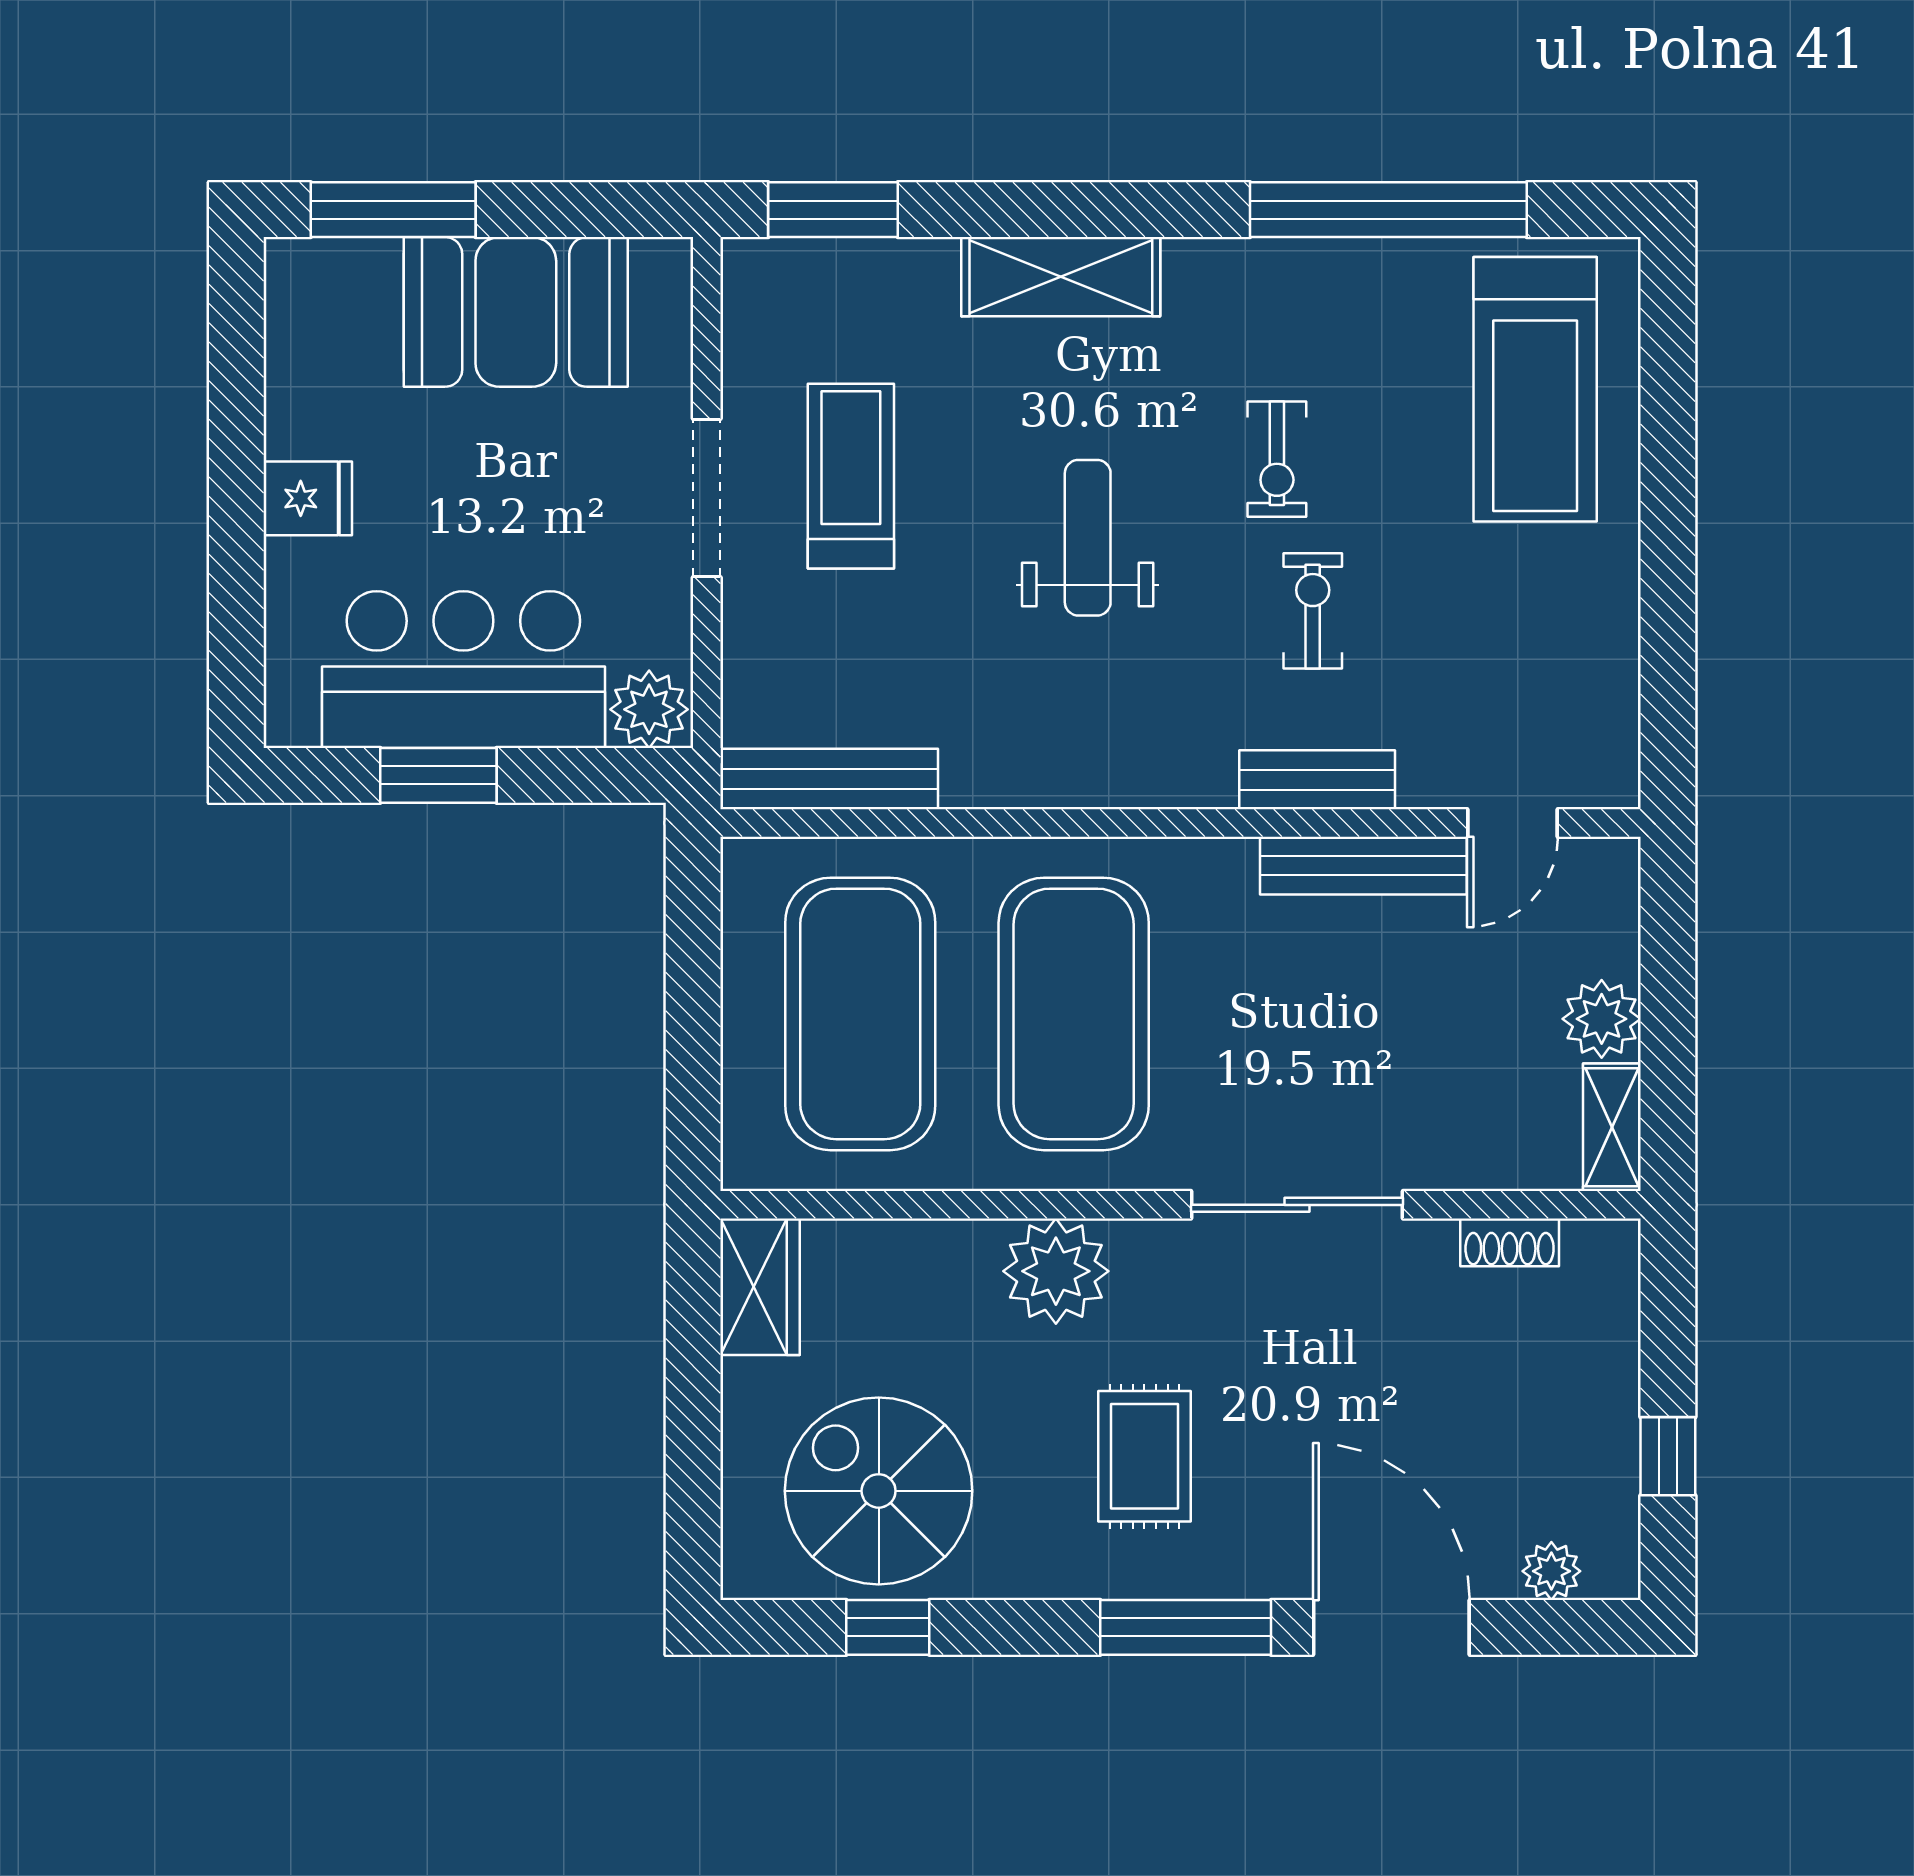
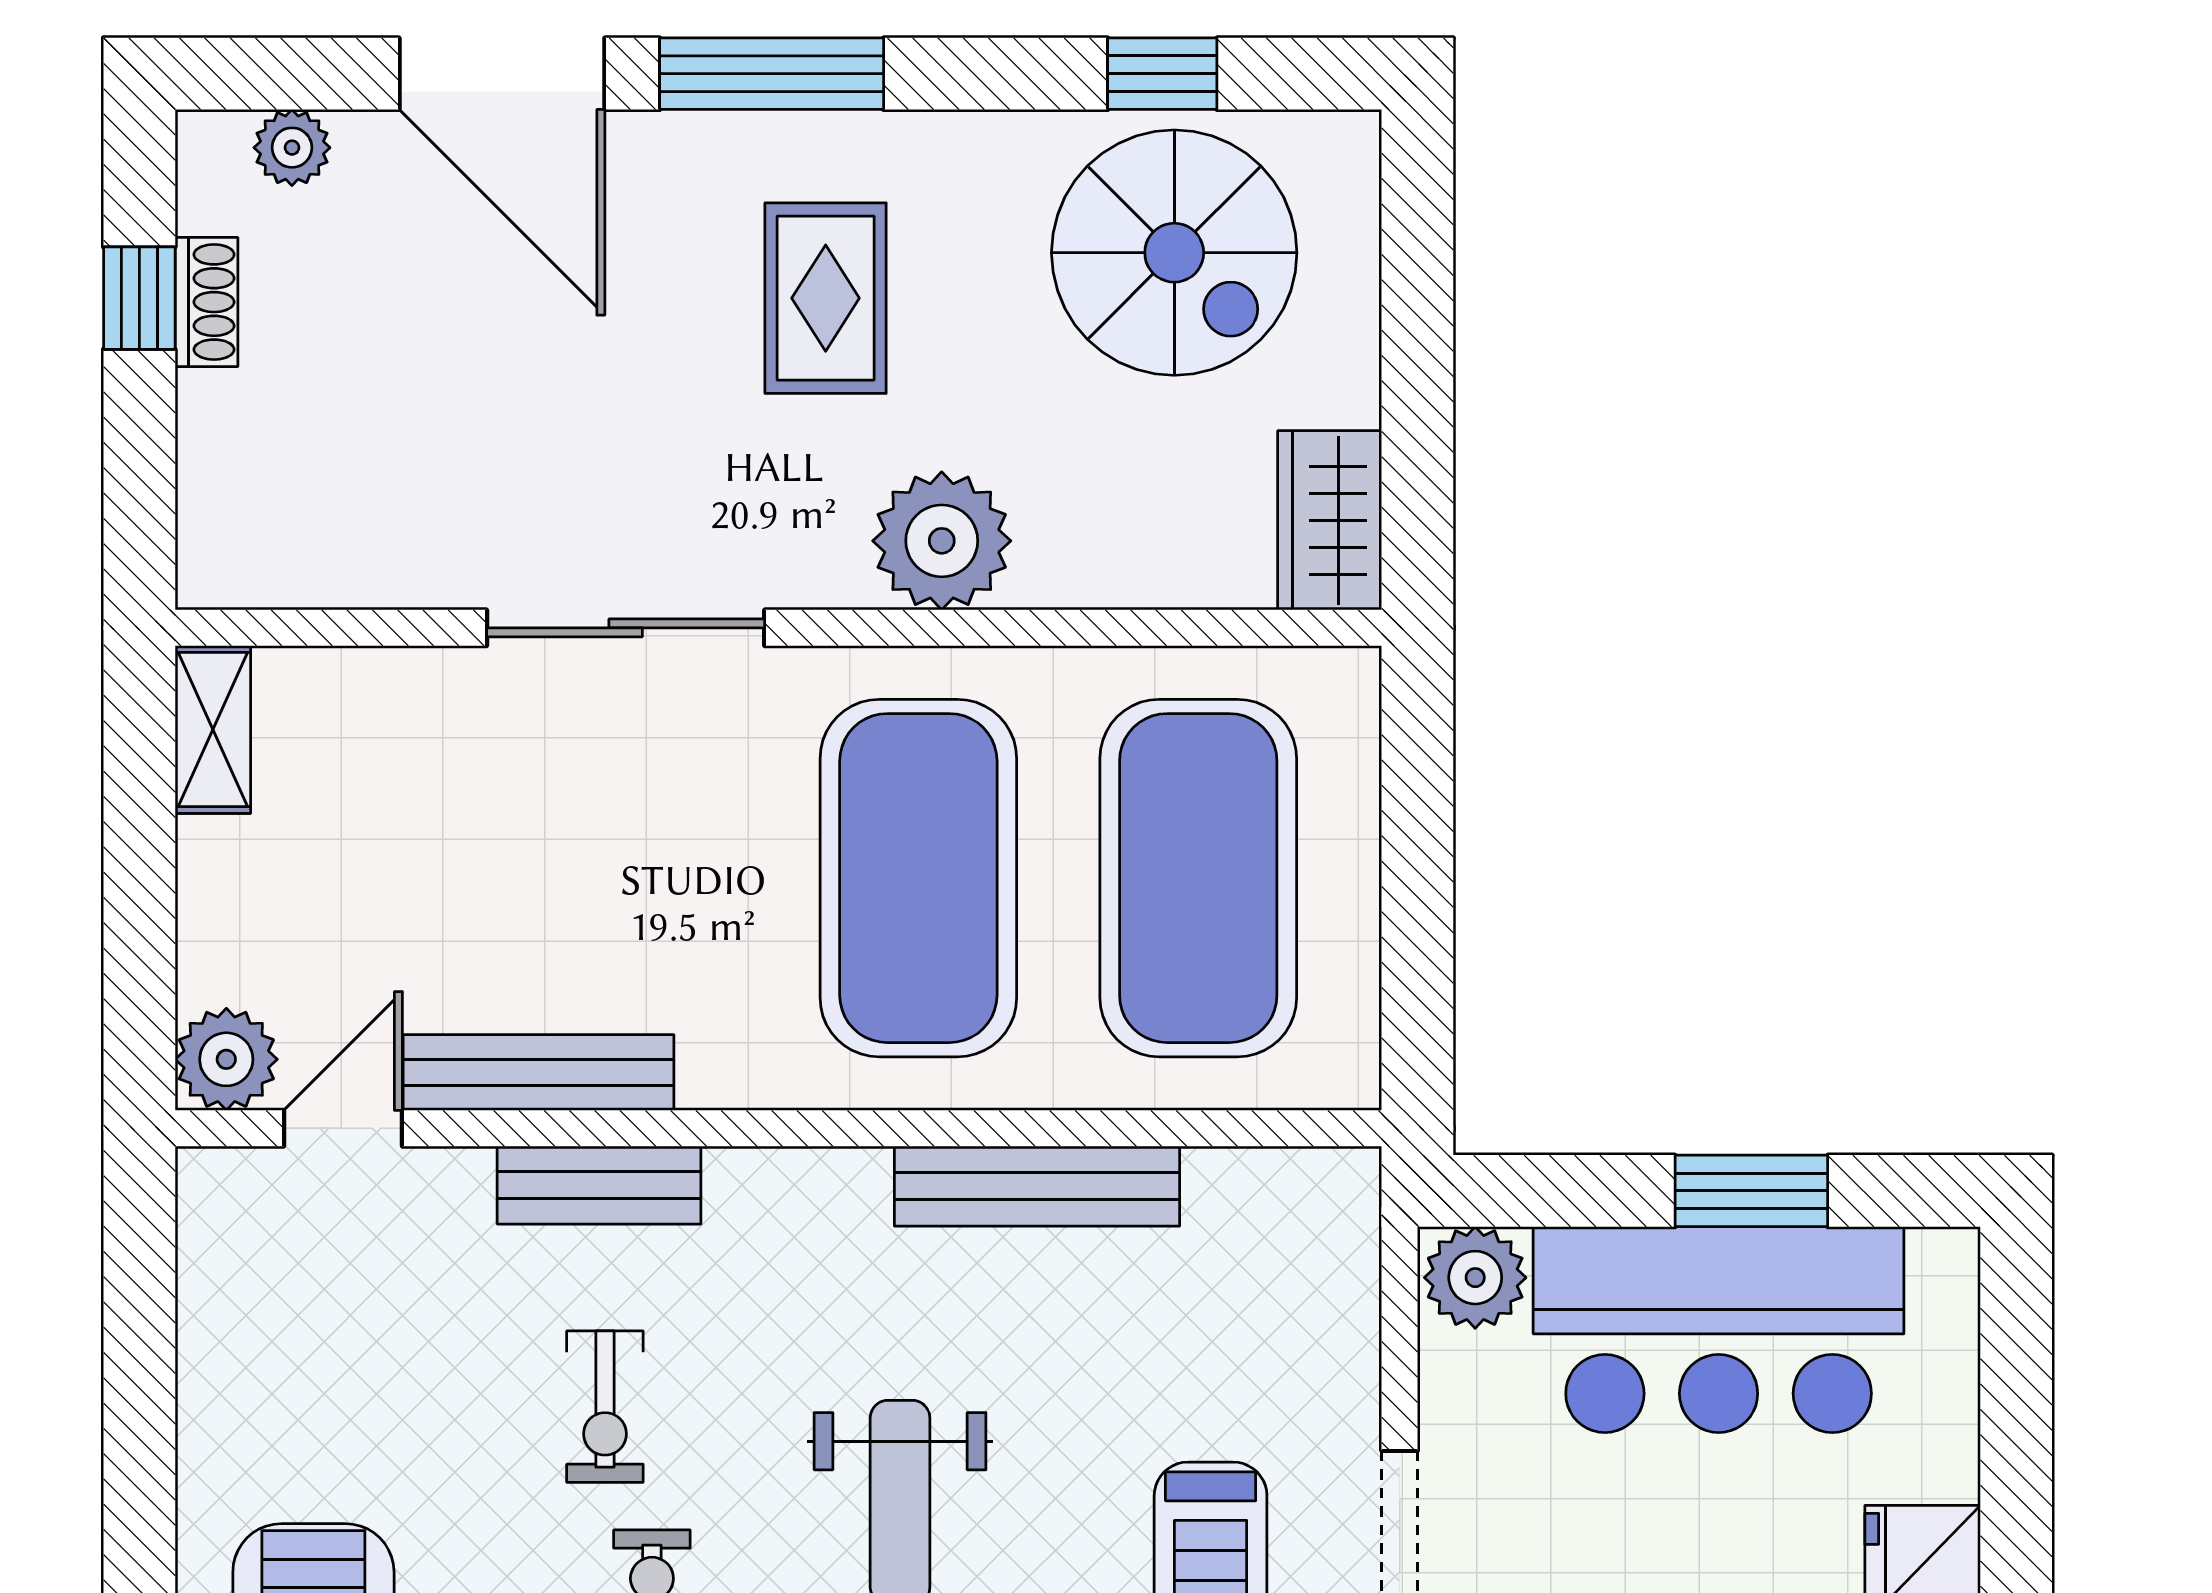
bench: (829, 779) -> (1037, 1186), moved
plant: (1602, 1019) -> (226, 1059), moved
shoe rack: (1510, 1242) -> (206, 302), moved, turned 90

